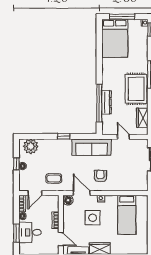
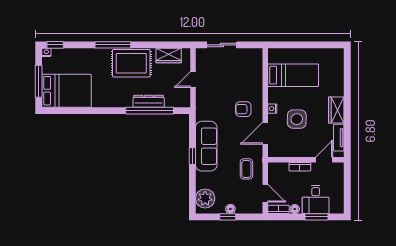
sofa: (92, 147) -> (206, 146), moved
floor lamp: (68, 200) -> (274, 151), removed

